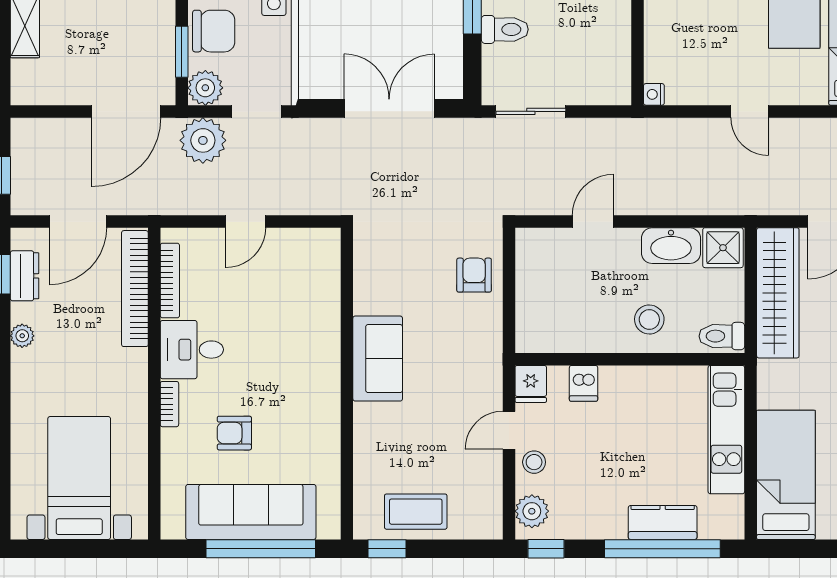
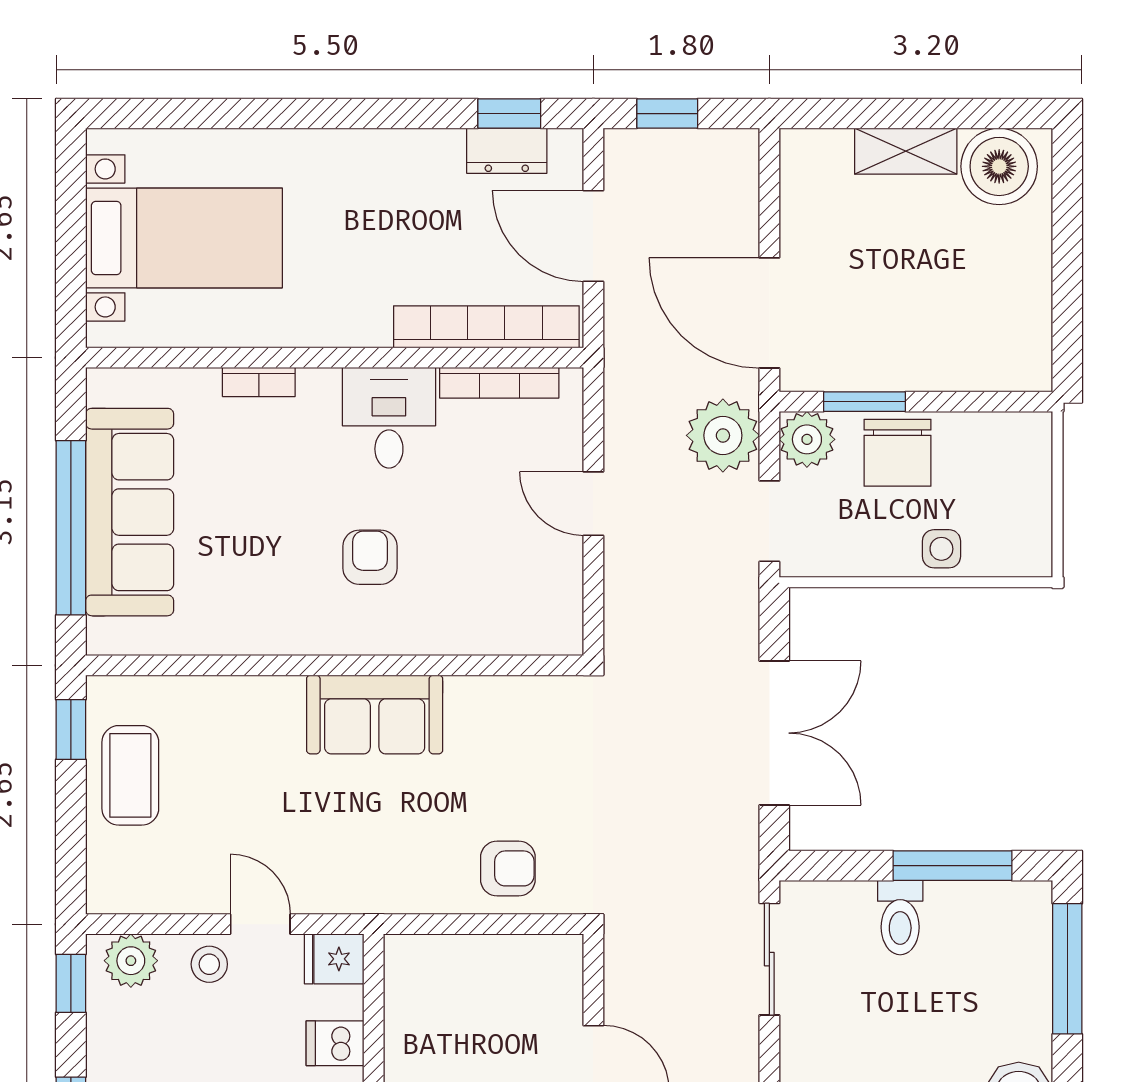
plant: (22, 336) -> (411, 147), removed
bookcase: (169, 404) -> (259, 382), moved
armchair: (234, 433) -> (370, 557), moved

